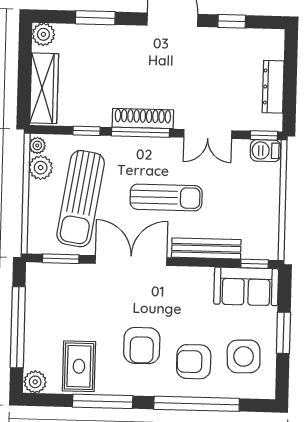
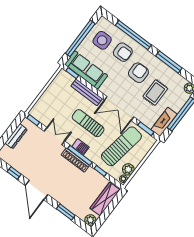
barbecue: (266, 151) -> (80, 147), moved
sofa: (246, 286) -> (86, 70), width x1.36
fireplace: (38, 293) -> (164, 122), added
window: (283, 333) -> (80, 38), width x2.11
rug: (79, 366) -> (155, 92), moved

